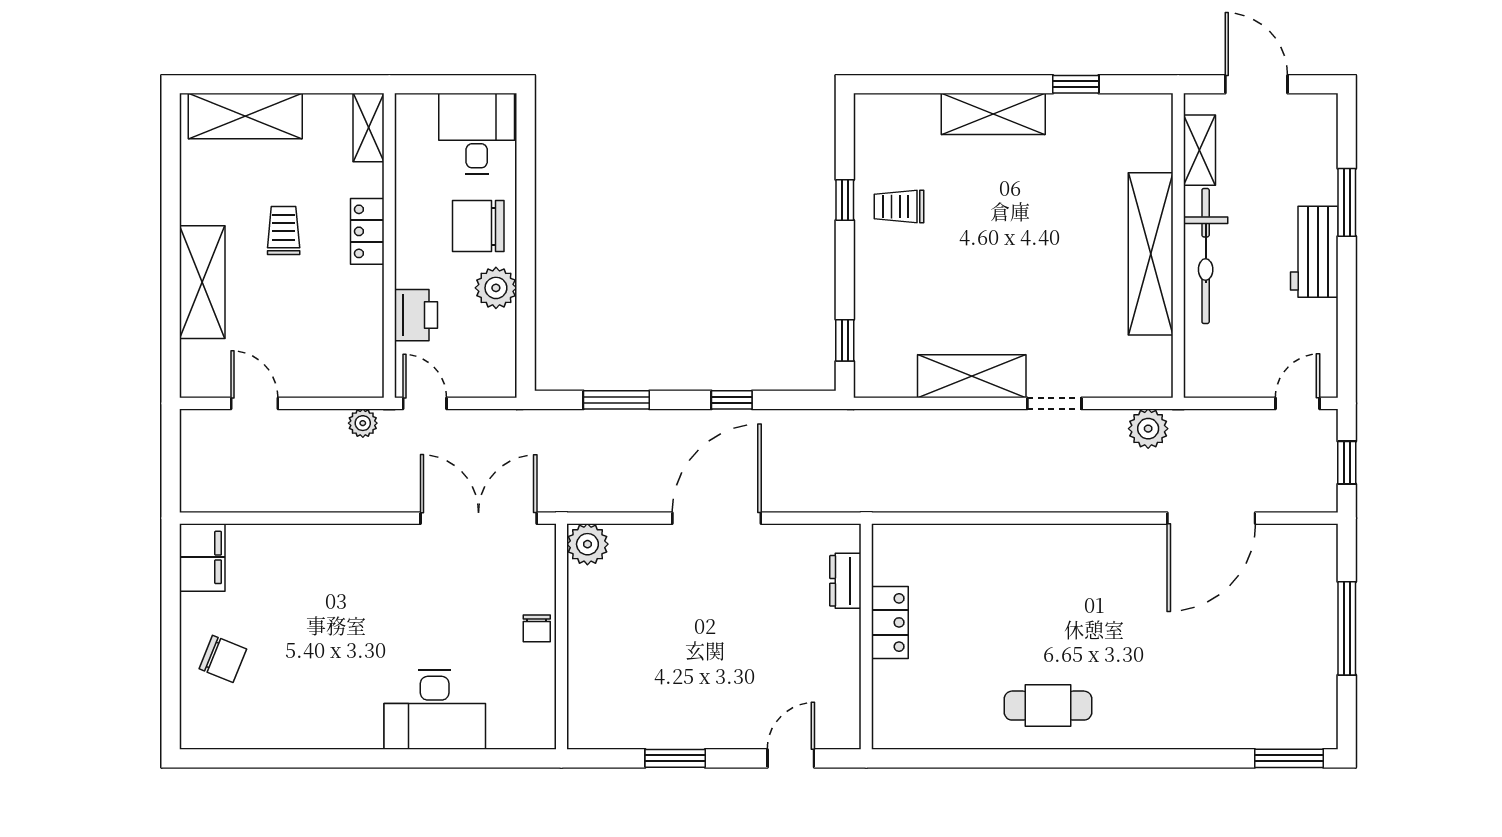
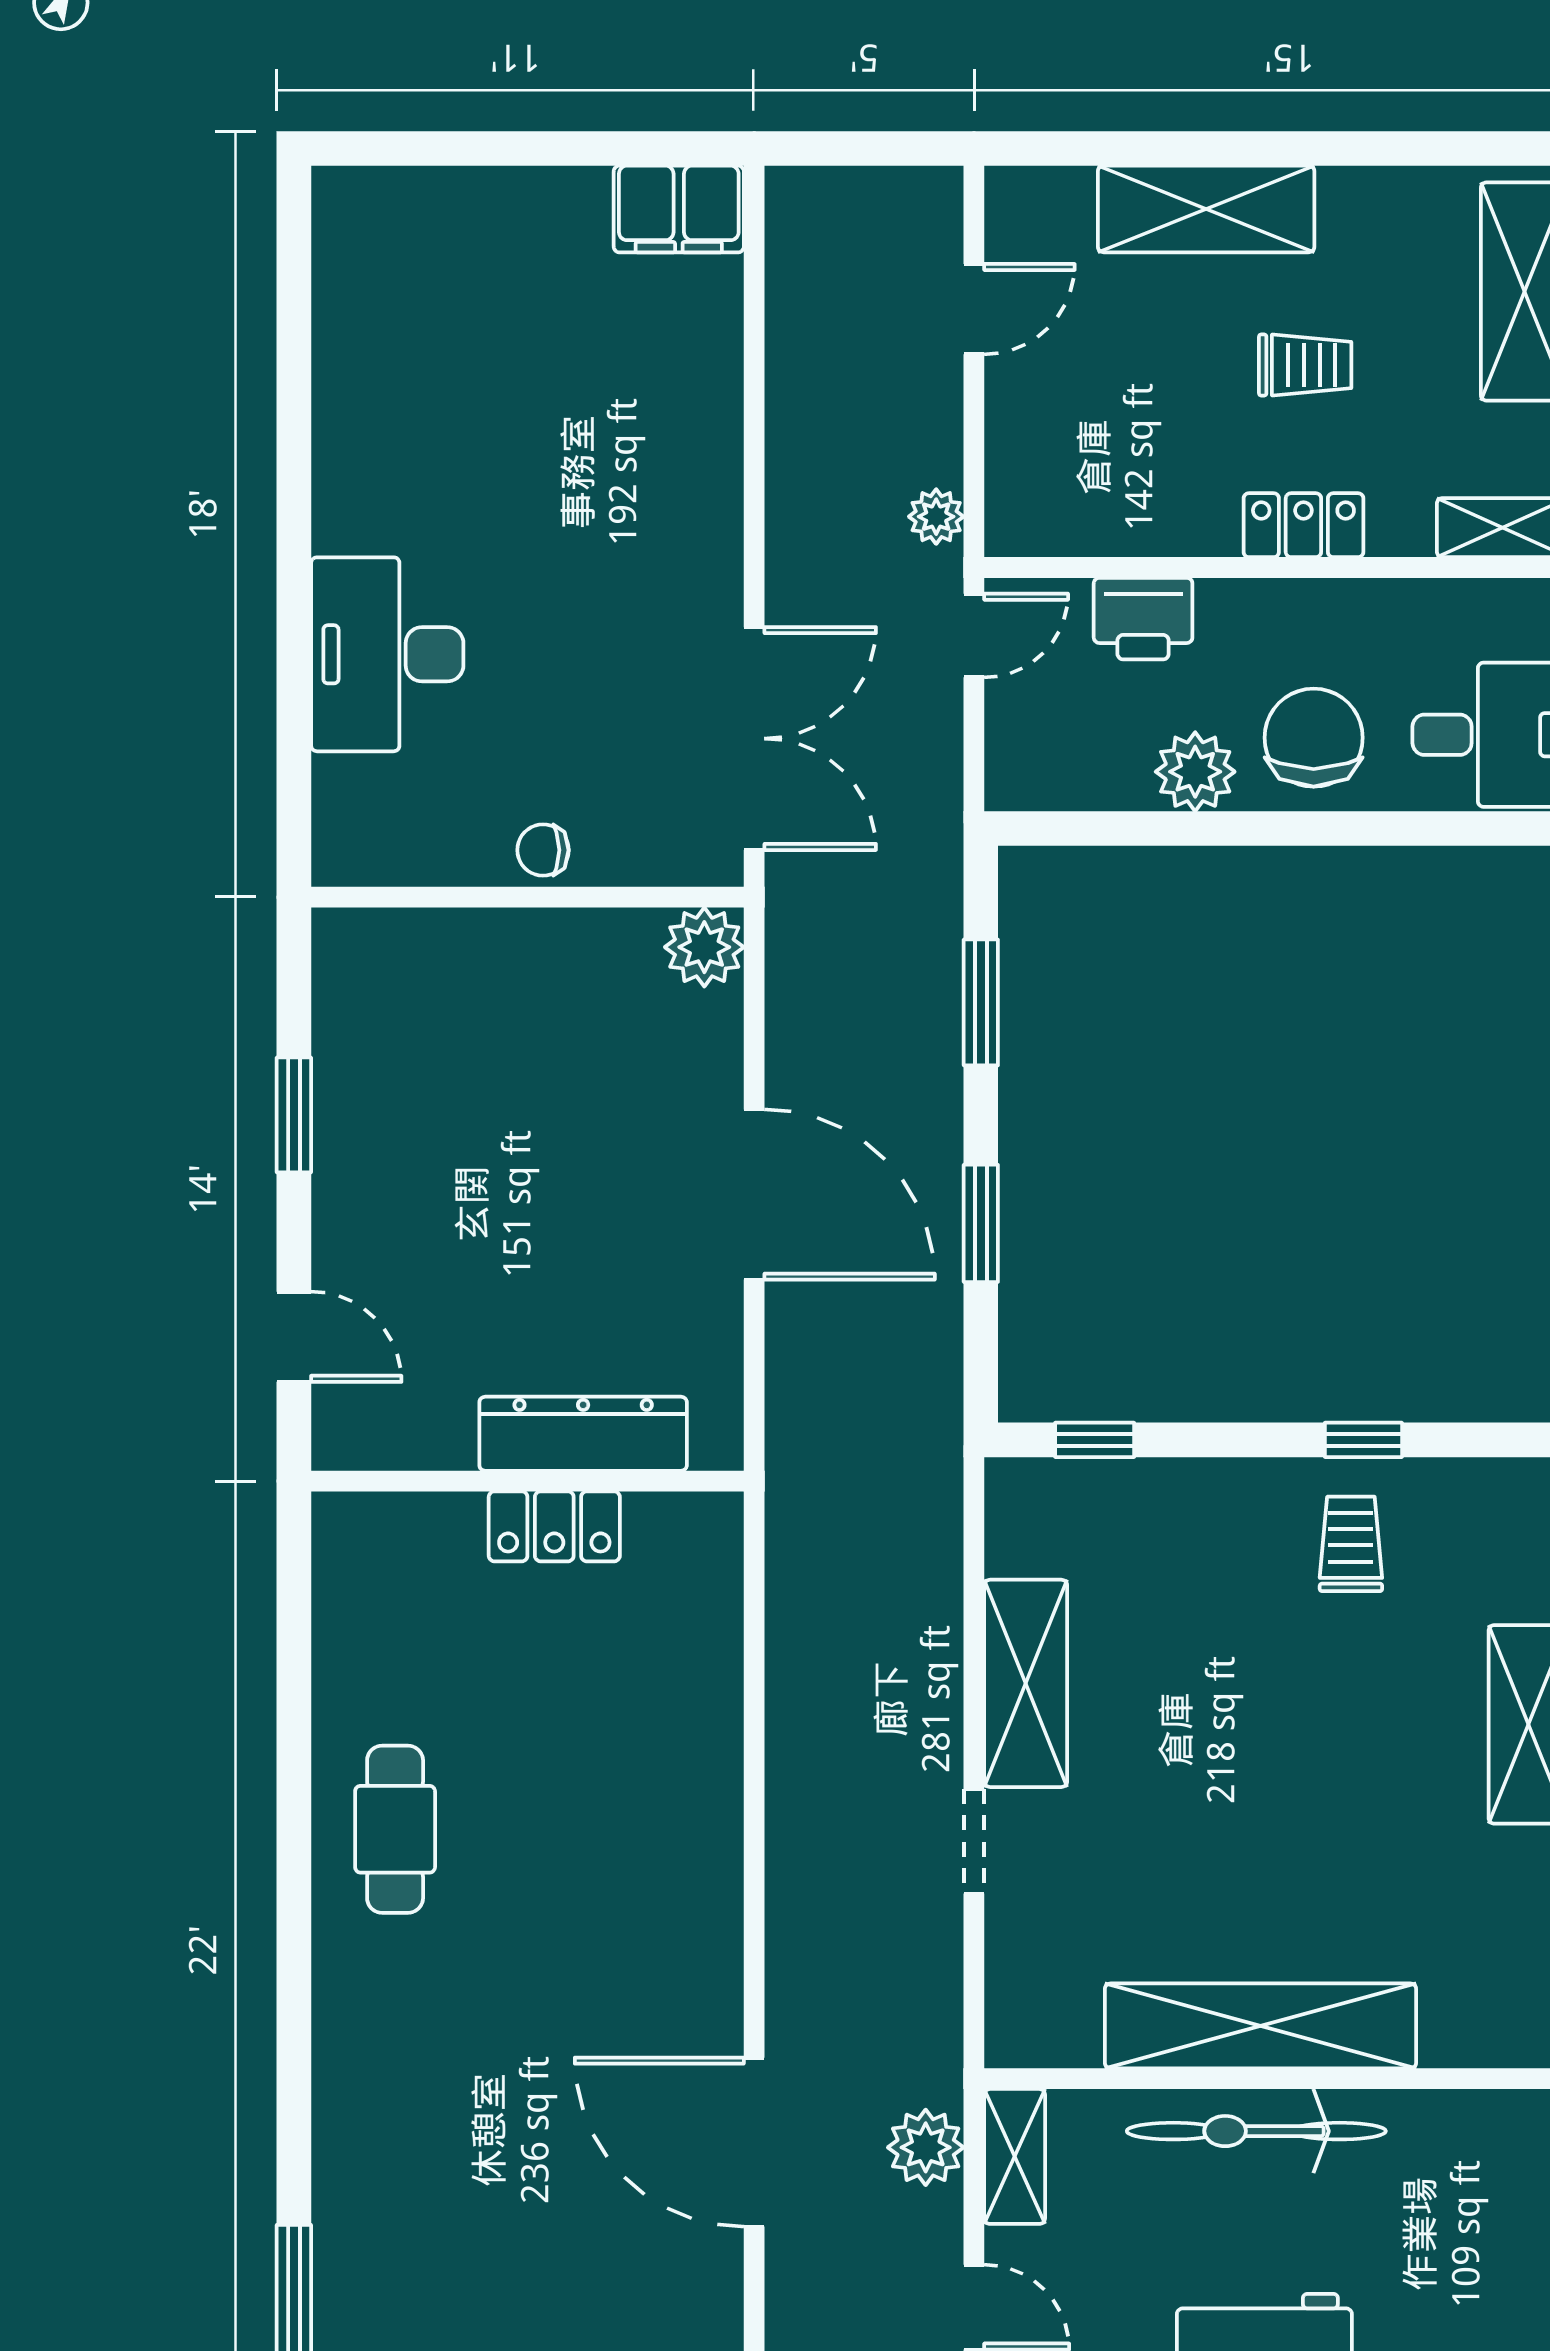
shelving: (1199, 150) -> (1015, 2156), moved, turned 90
window: (732, 400) -> (981, 1223), width x1.50
plant: (1148, 429) -> (926, 2147), moved
dresser: (845, 581) -> (583, 1434), width x1.96, depth x1.24
chair: (223, 659) -> (484, 248), removed

